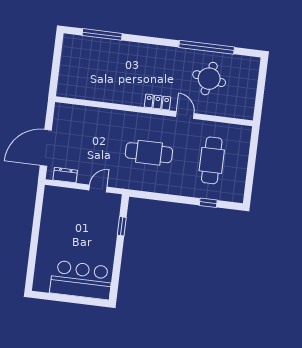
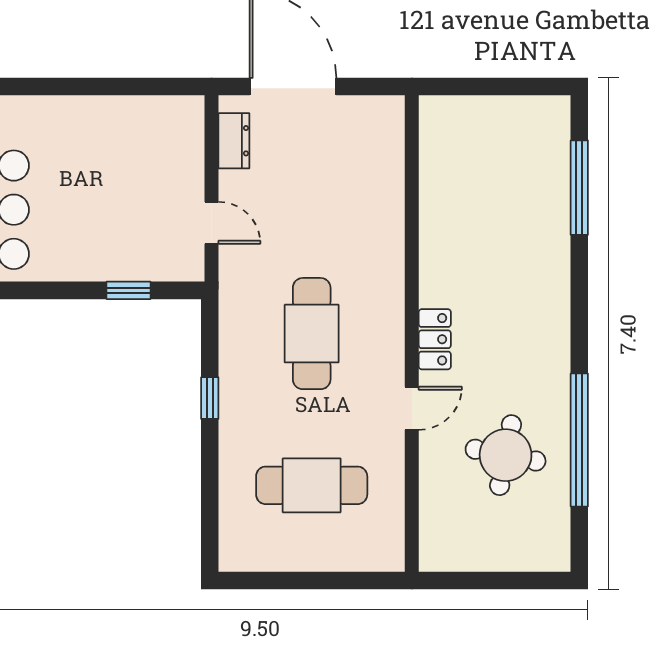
window: (208, 203) -> (210, 398), moved

